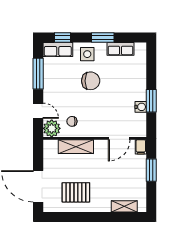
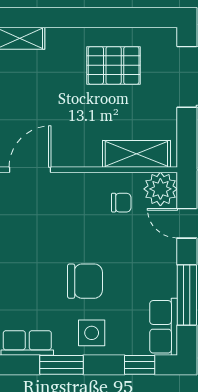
row of seats: (58, 50) -> (164, 327), moved, turned -90
chair: (91, 81) -> (85, 281), turned 180
shelving: (76, 147) -> (136, 154), moved

